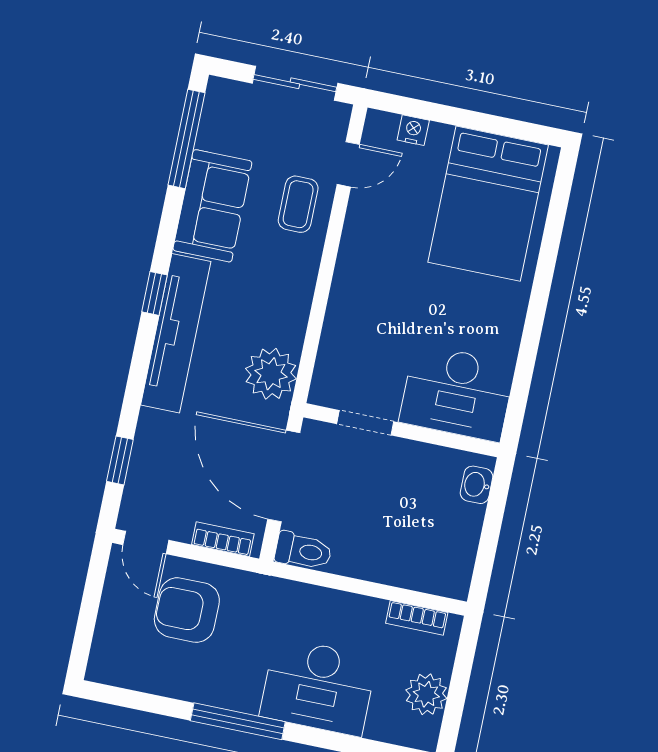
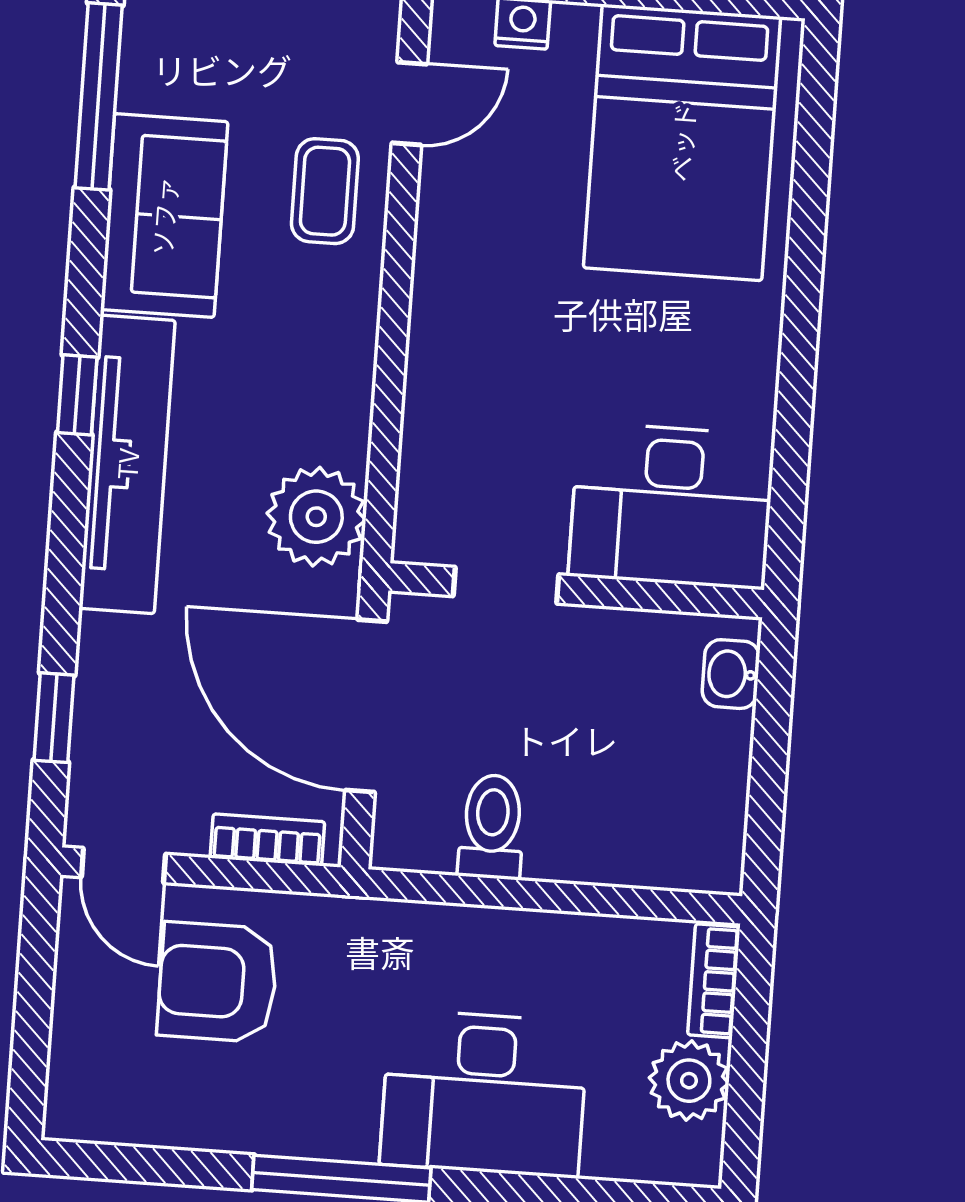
toilet: (303, 551) -> (492, 827), moved, turned -90
bookcase: (417, 618) -> (714, 981), moved, turned 90

